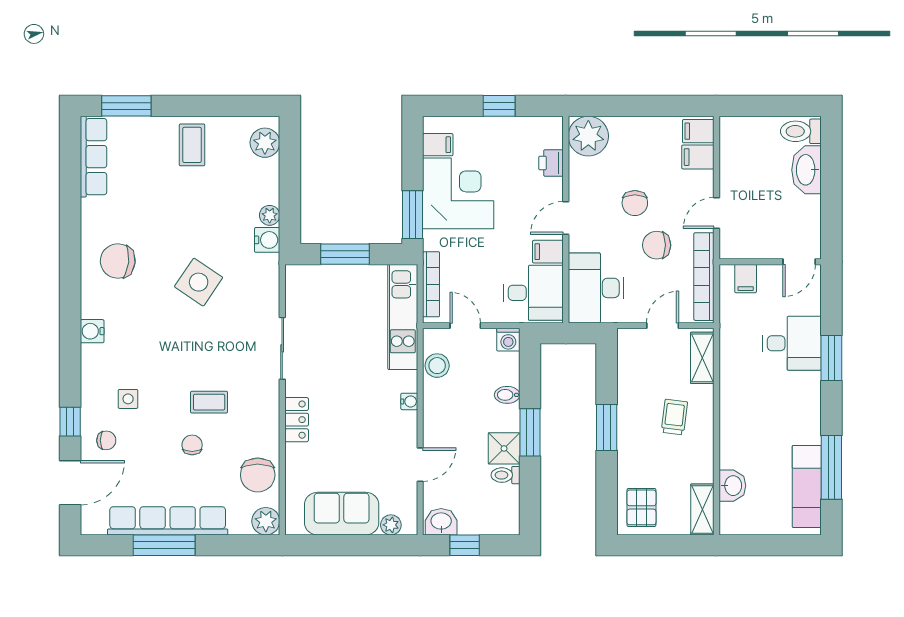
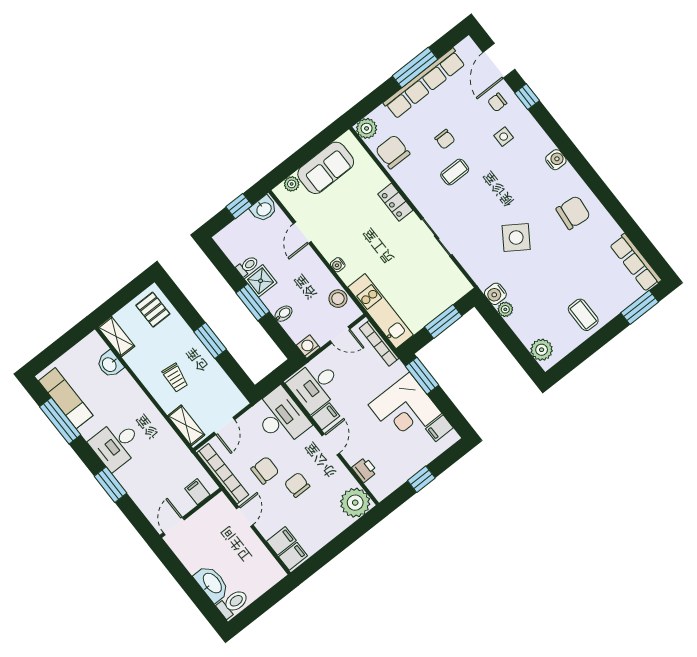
desk: (792, 343) -> (116, 444), moved

